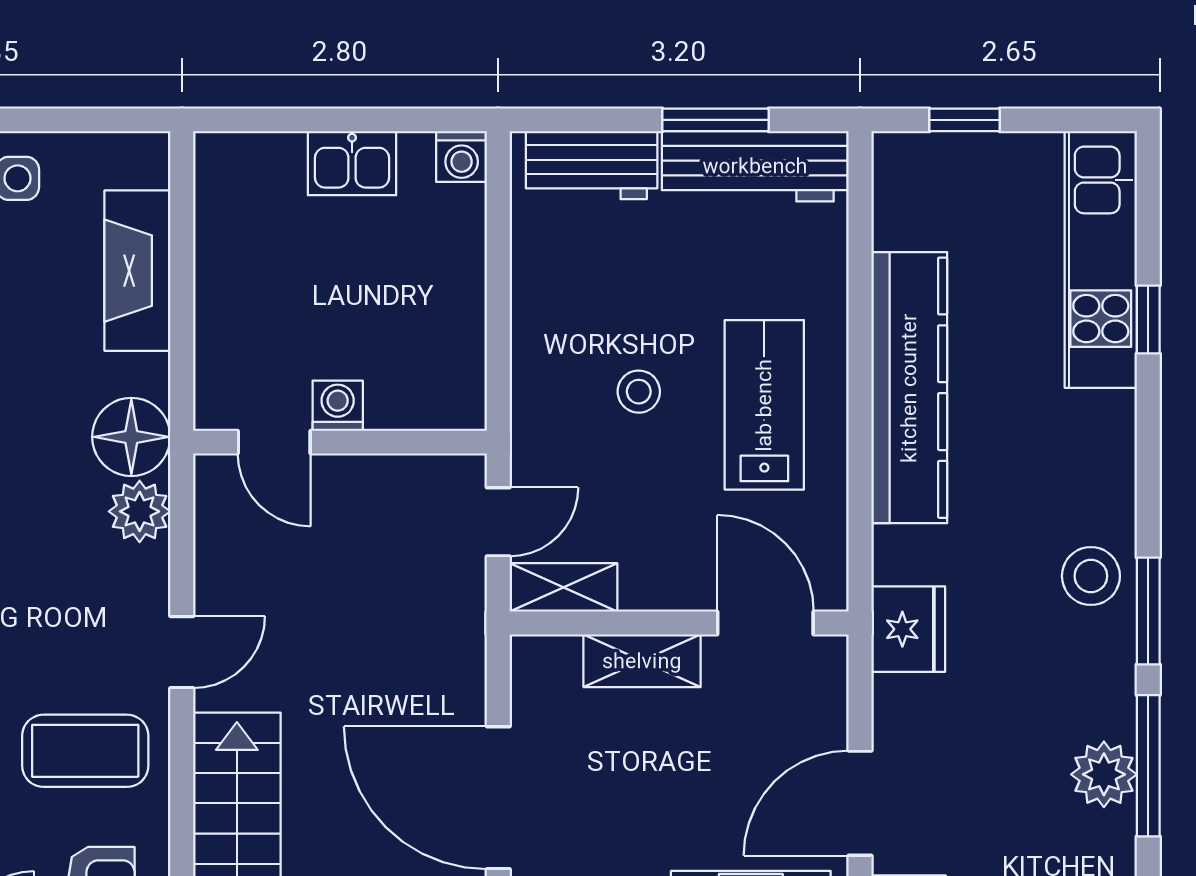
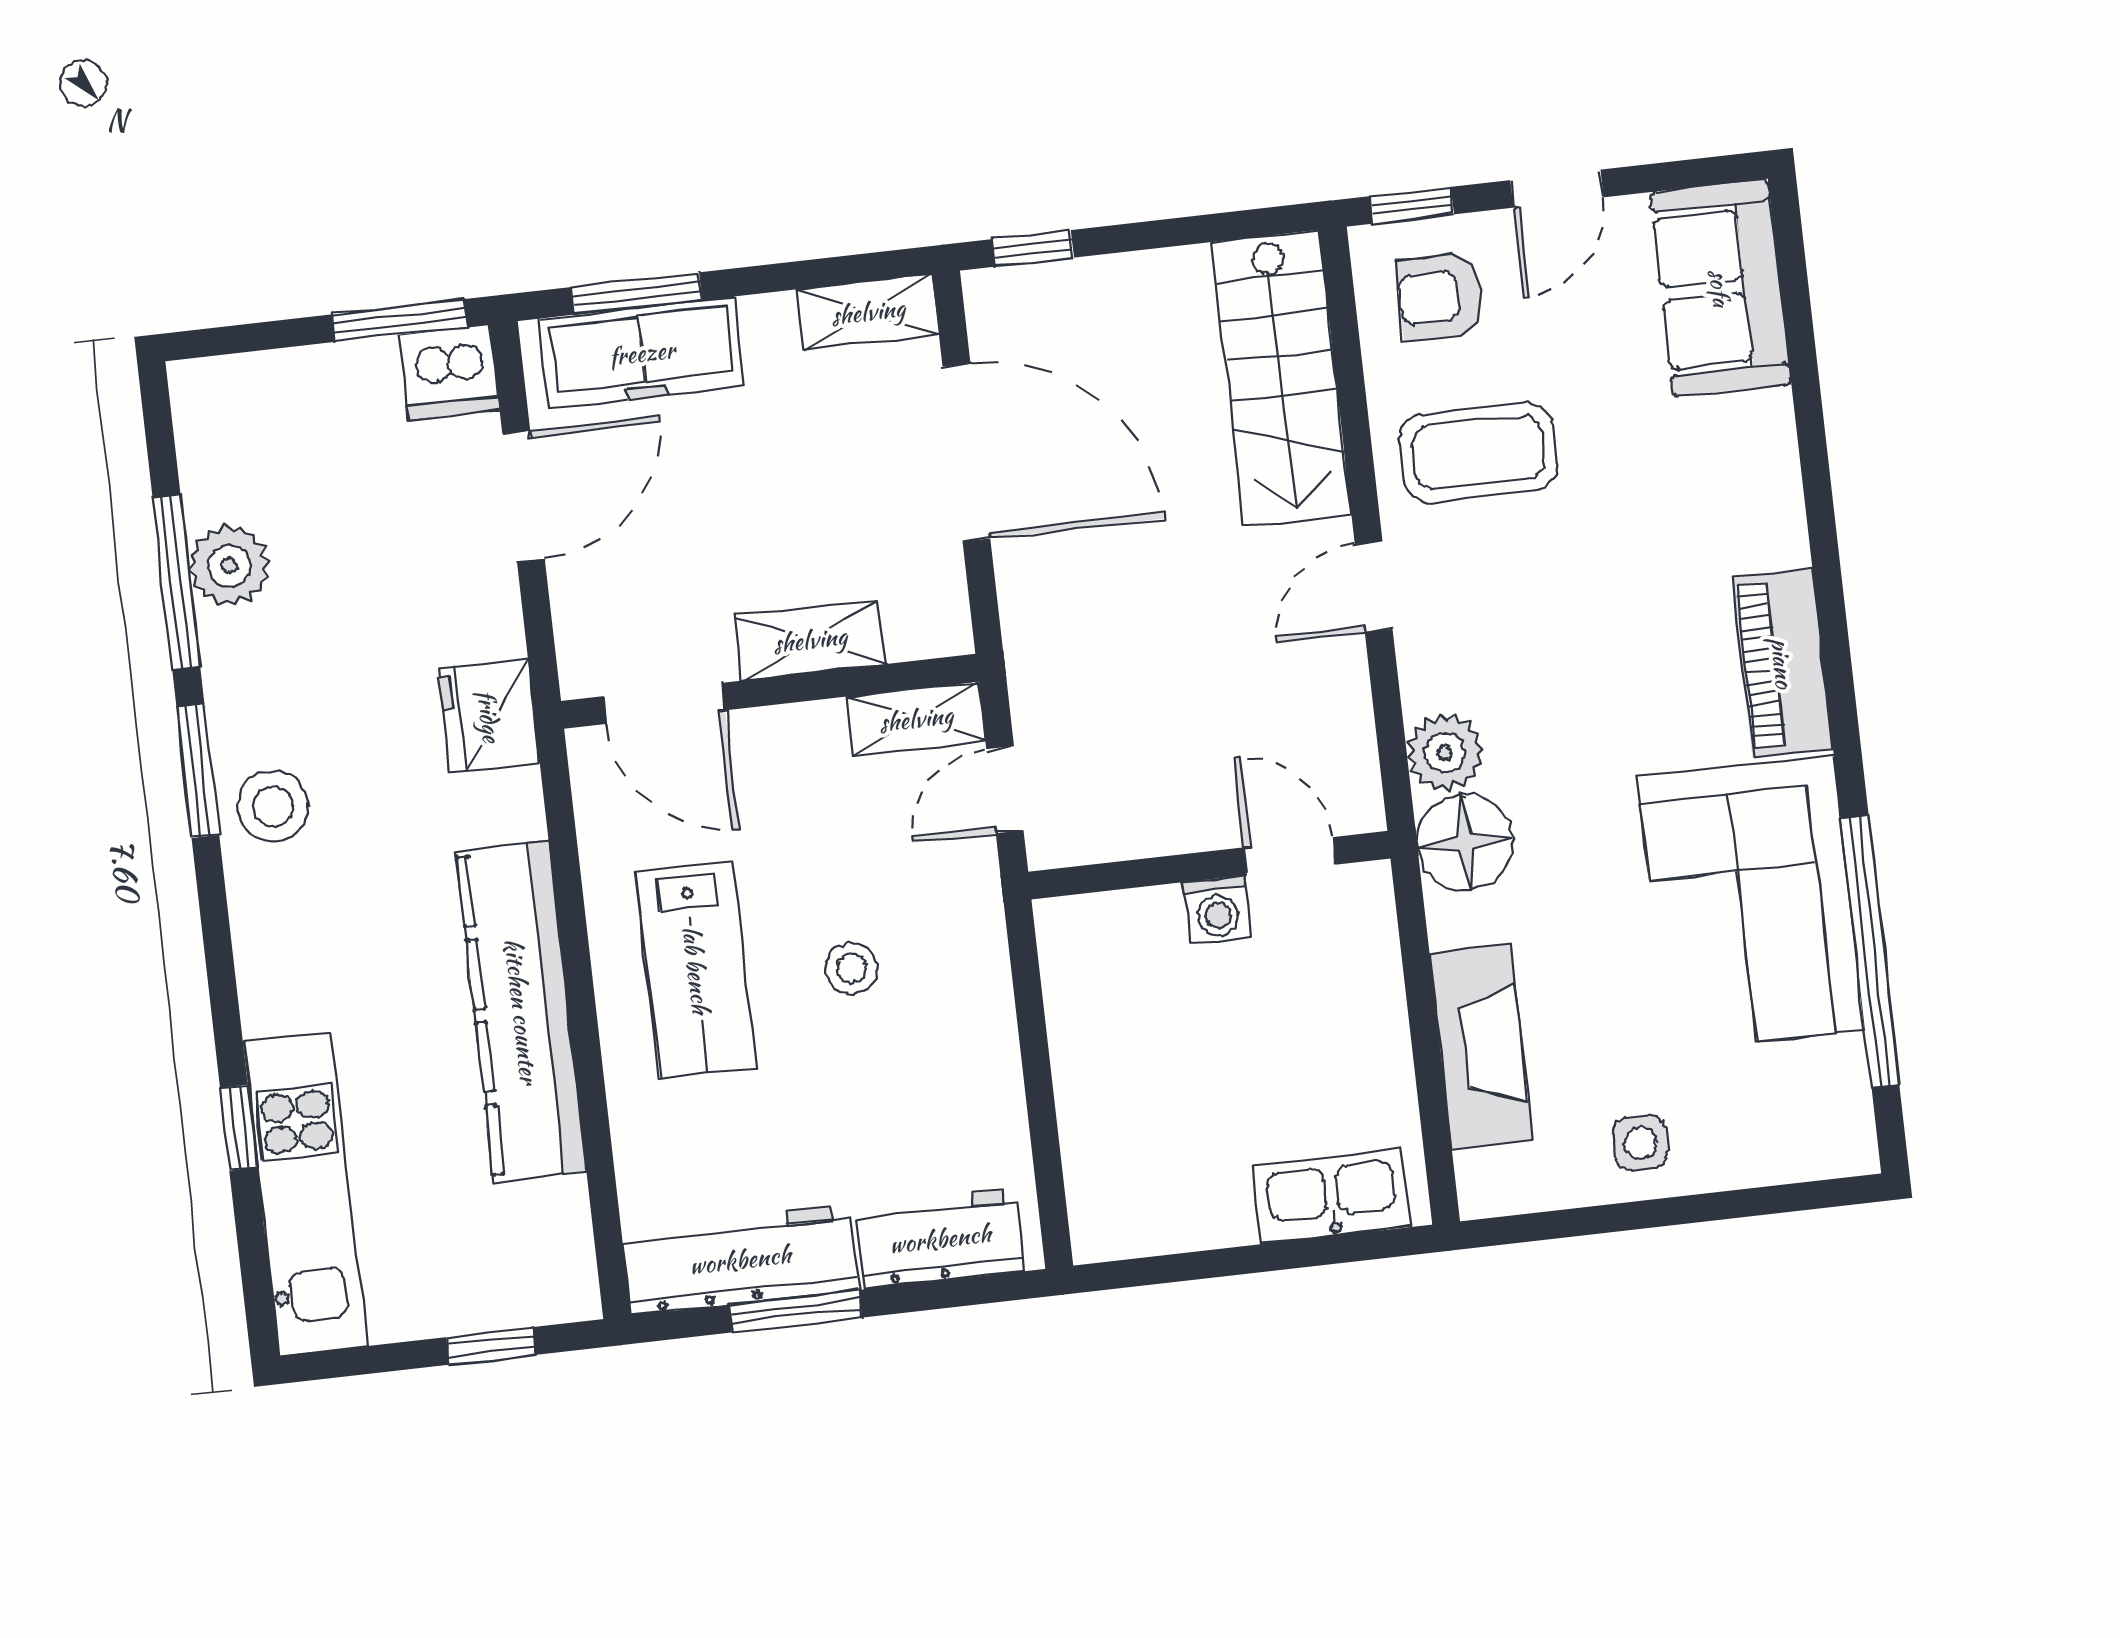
washing machine: (462, 157) -> (1101, 1231), removed
kitchen sink: (352, 163) -> (1332, 1196), moved, width x1.38

